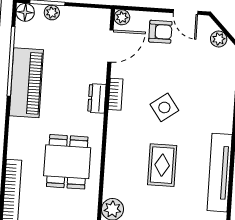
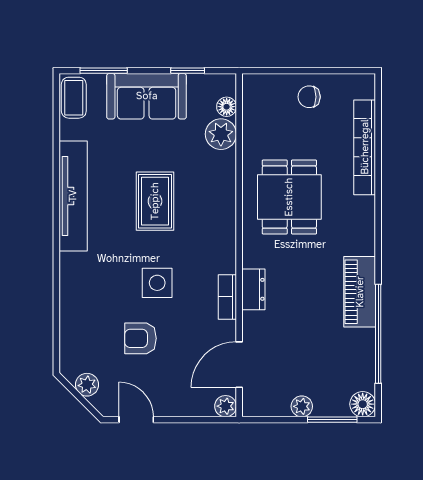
plant: (52, 13) -> (302, 406), moved
armchair: (160, 32) -> (140, 338), moved
piano: (26, 83) -> (360, 292), width x0.73, depth x0.75
side table: (164, 107) -> (157, 283), turned 36

